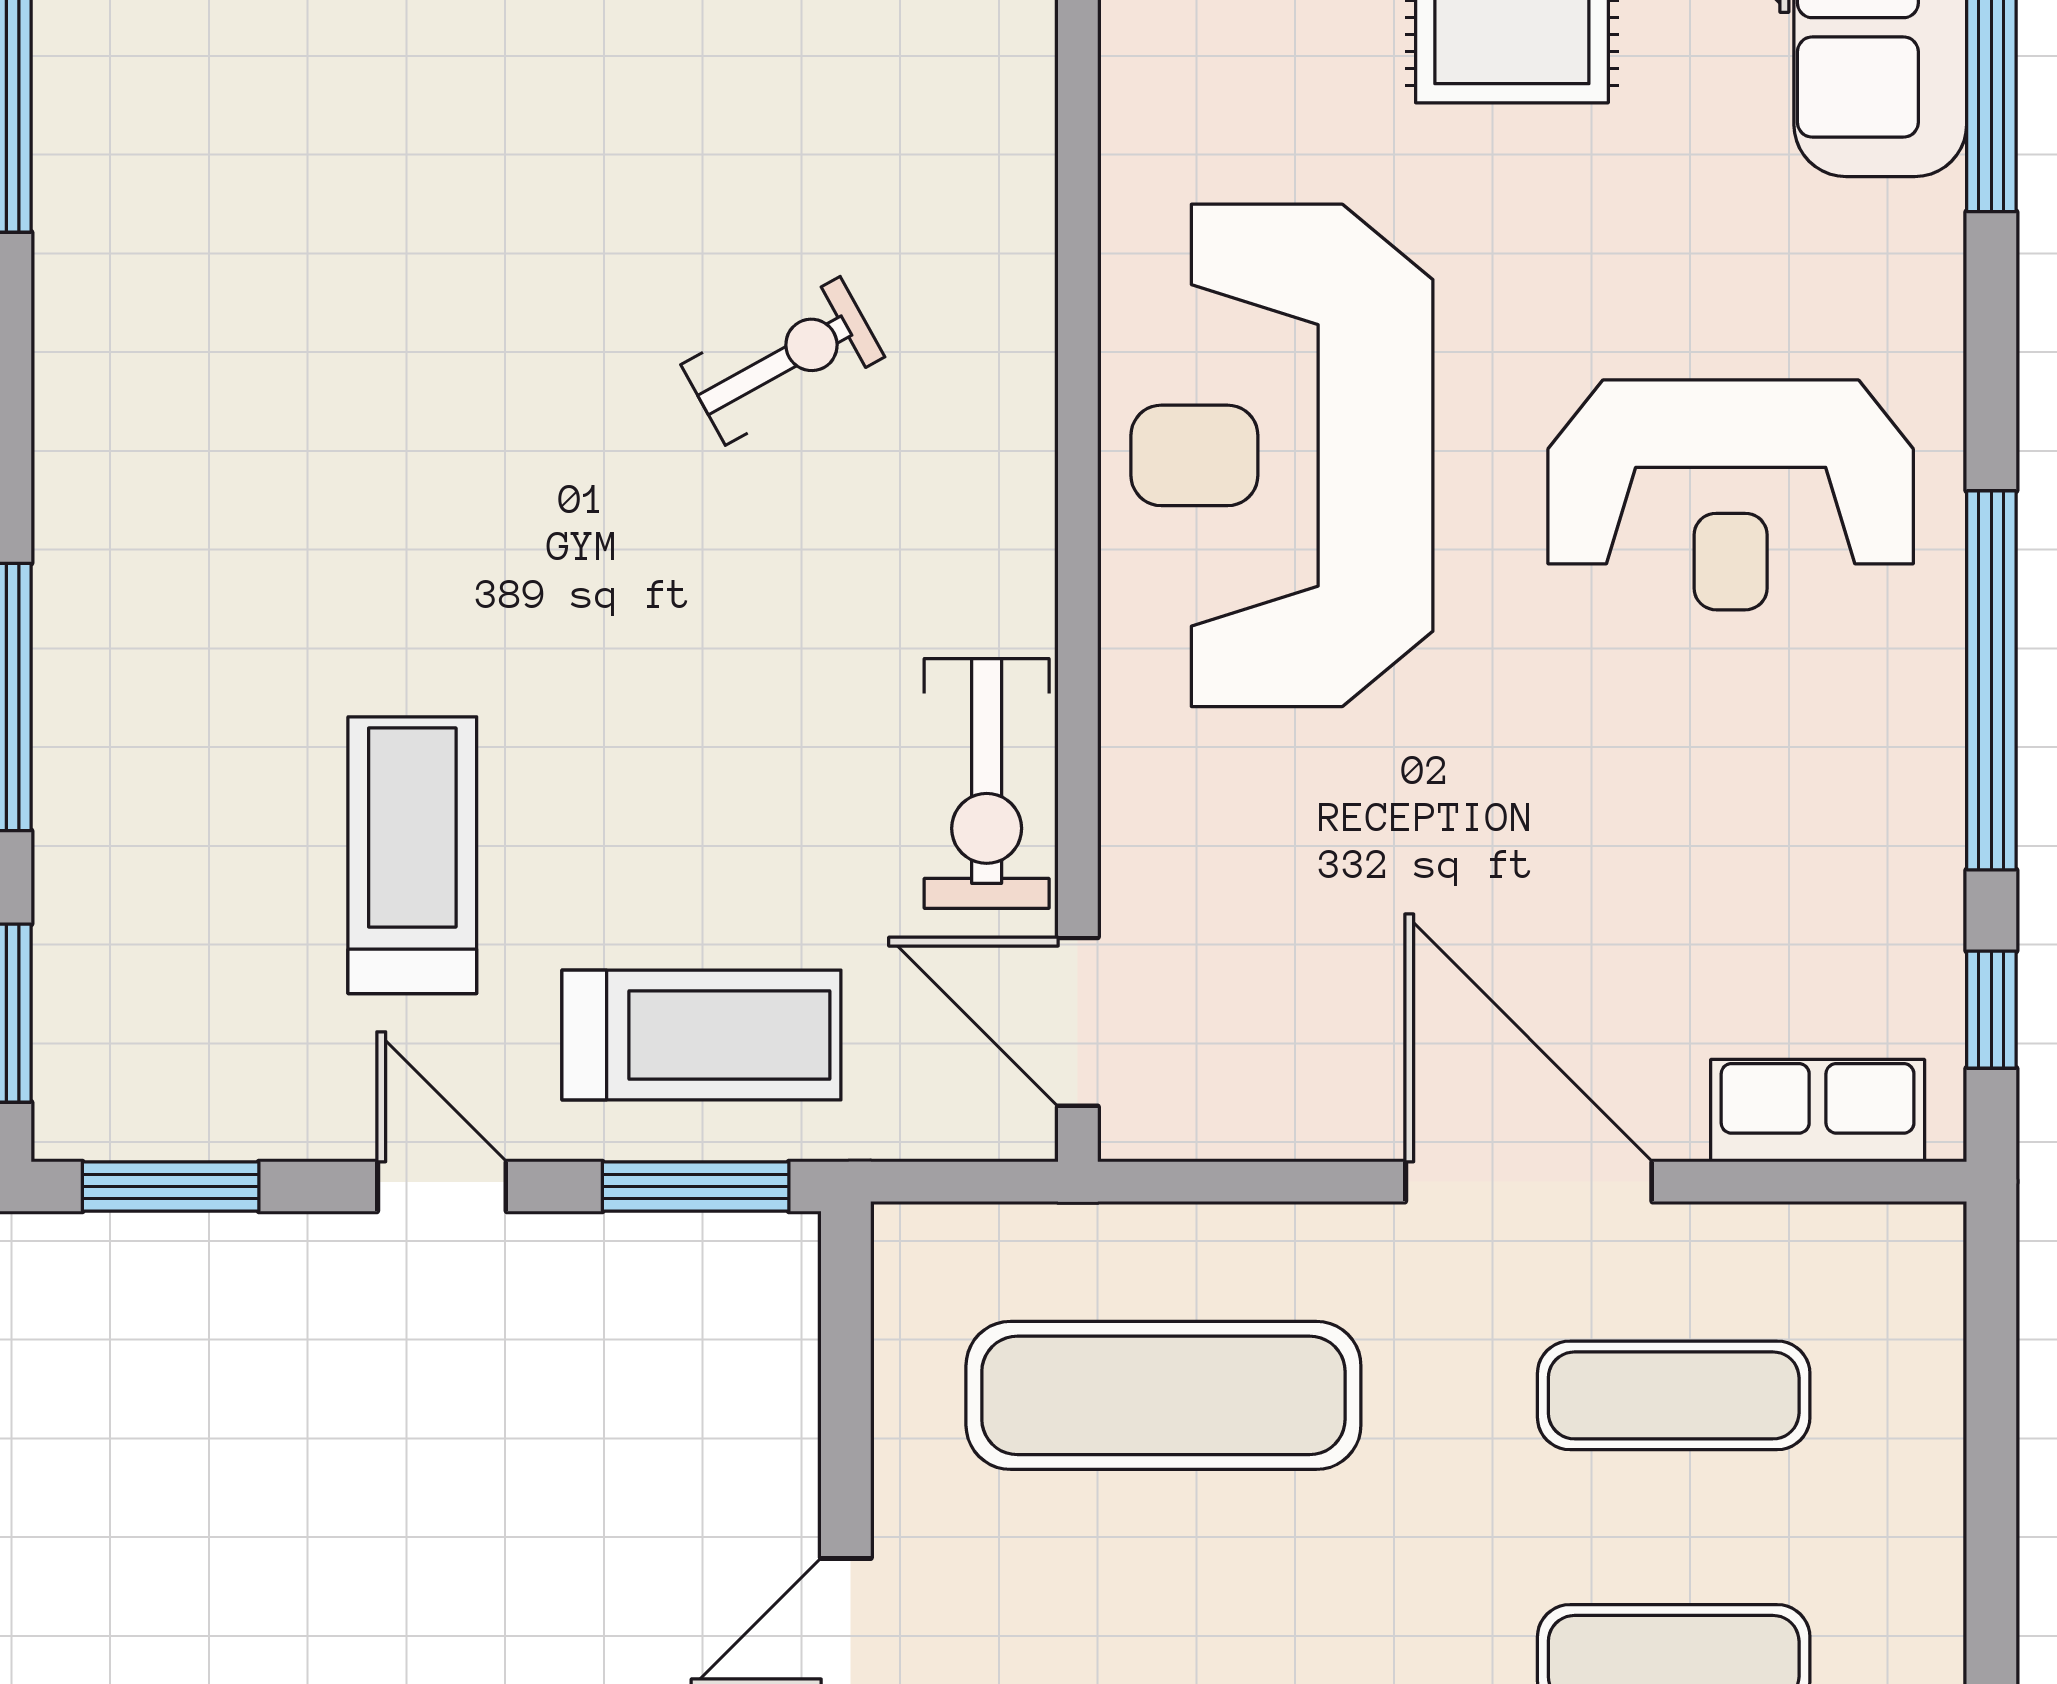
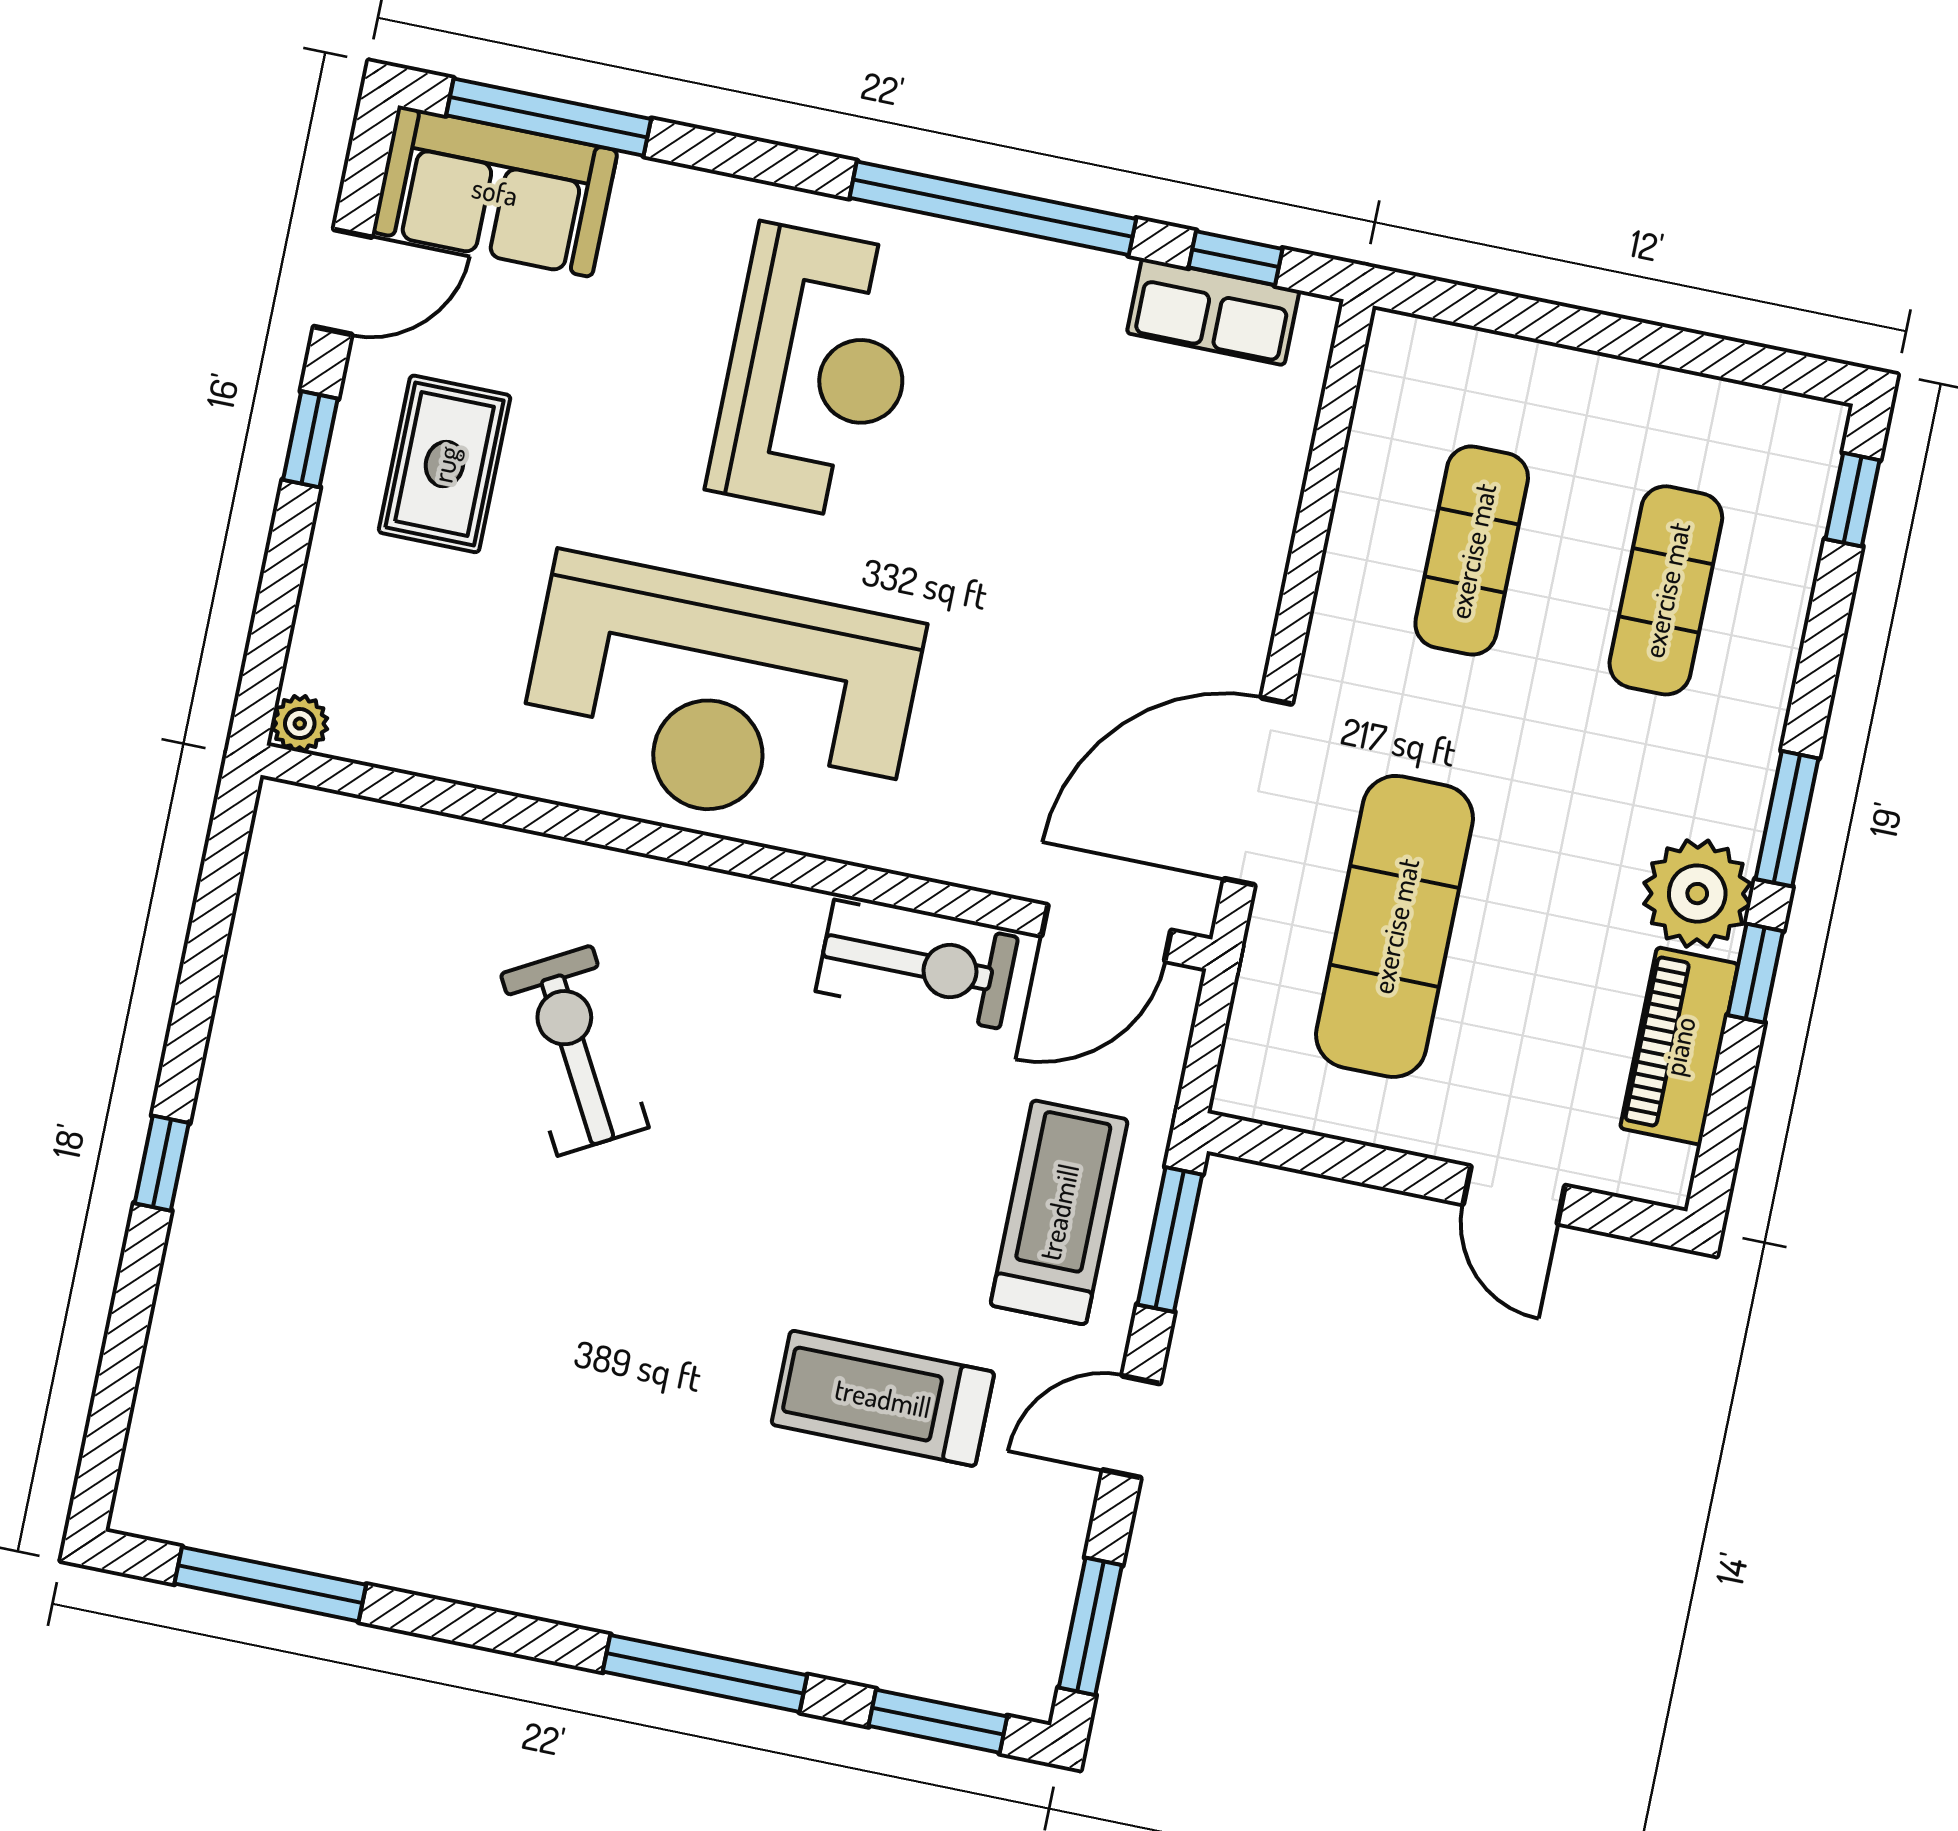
exercise bike: (783, 361) -> (575, 1051), width x1.38, depth x1.39
row of seats: (1818, 1111) -> (1213, 312), moved, turned -90
door: (1529, 1182) -> (1258, 791), moved

